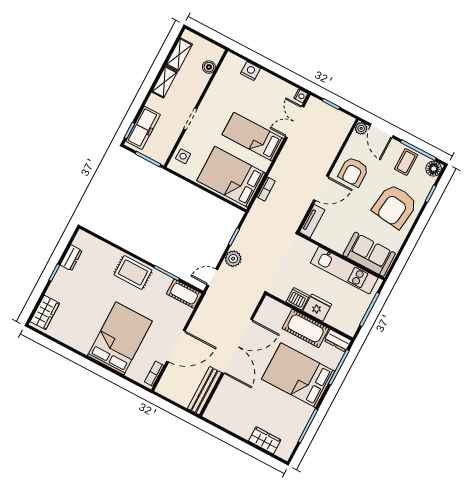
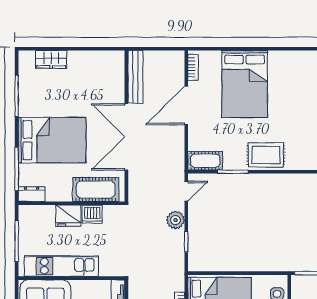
cot: (306, 328) -> (96, 189), moved

